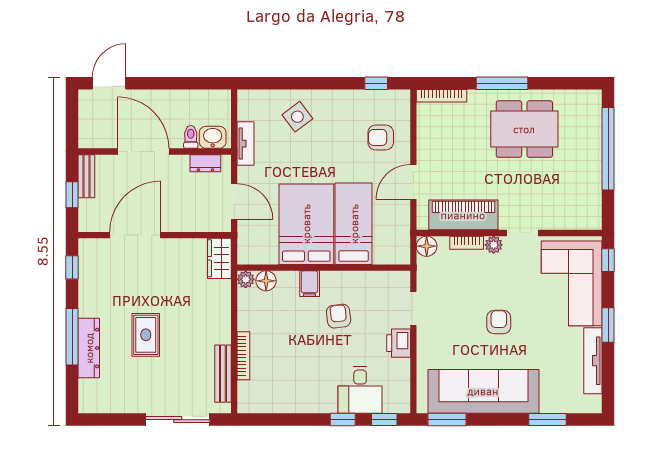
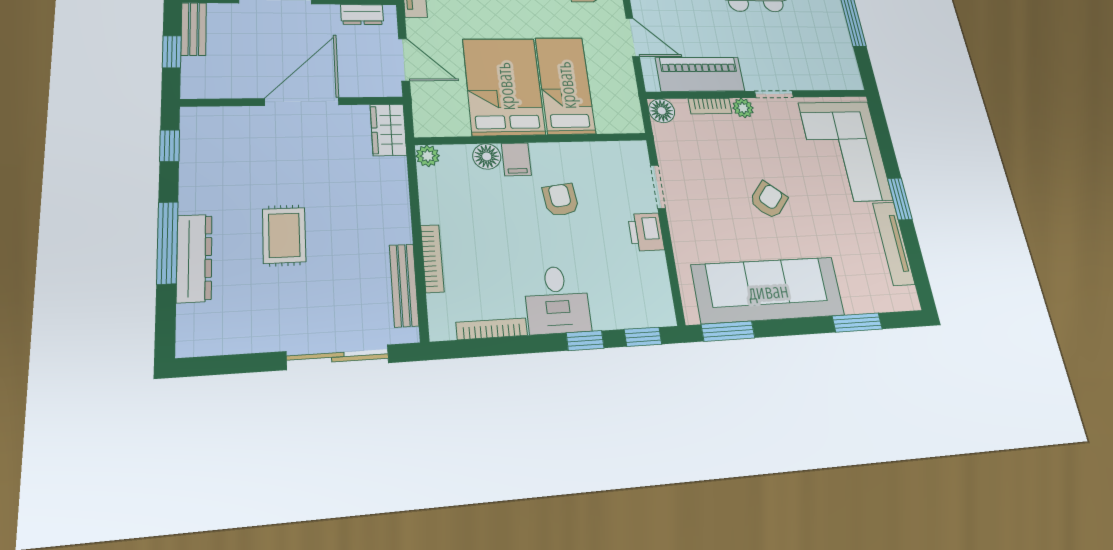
door: (413, 182) -> (633, 37), swing flipped
door: (135, 235) -> (302, 102), moved
window: (608, 260) -> (880, 123), removed
floor lamp: (266, 281) -> (487, 156), moved
armchair: (499, 322) -> (769, 200), turned 40
desk: (360, 390) -> (557, 300), moved
bookcase: (279, 407) -> (492, 329), added

